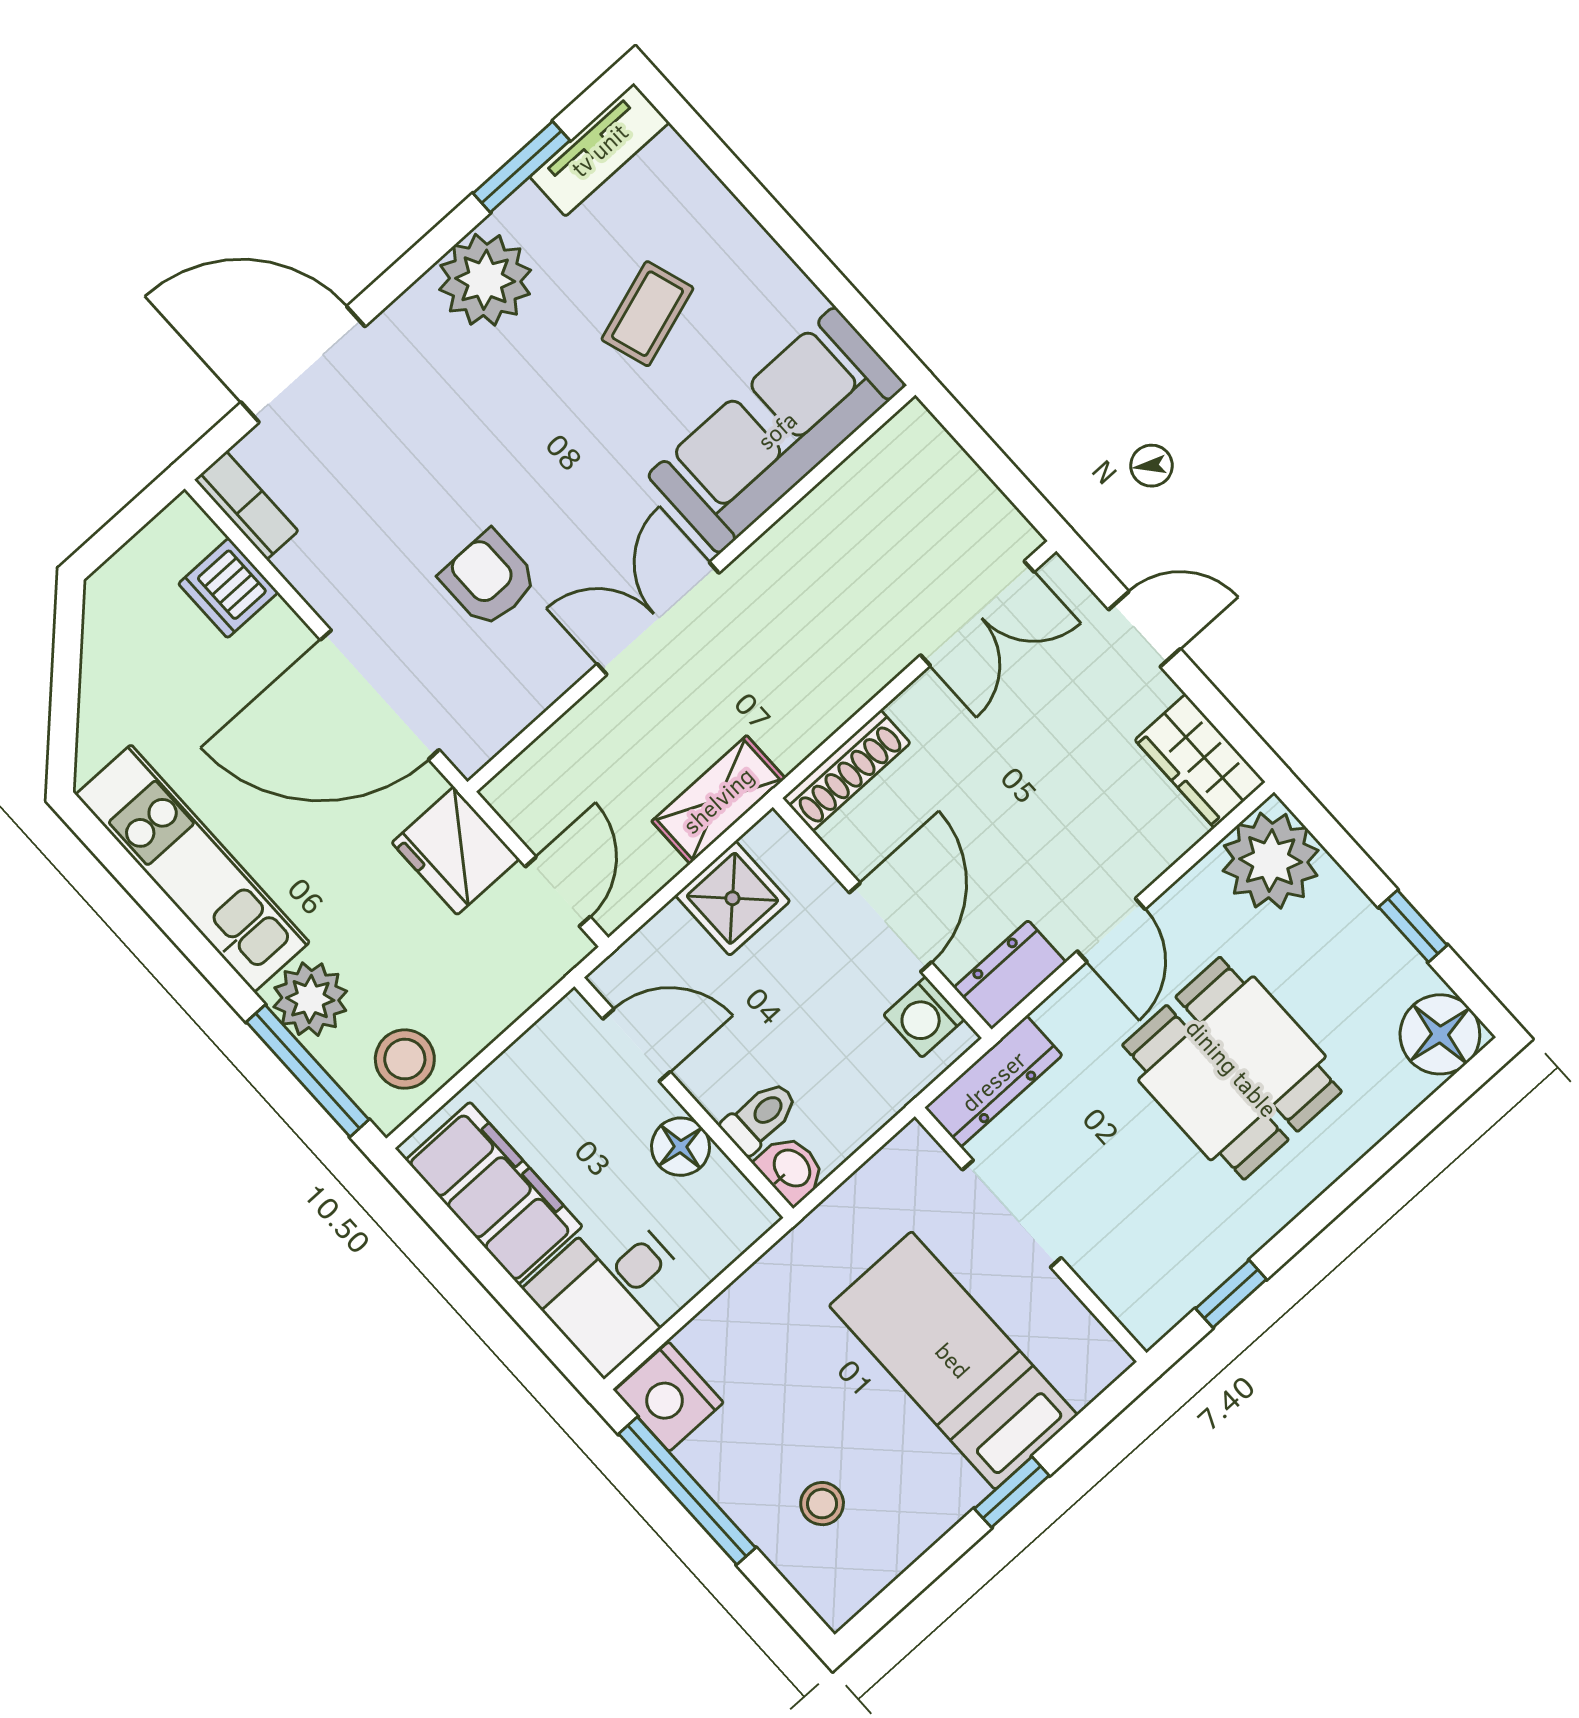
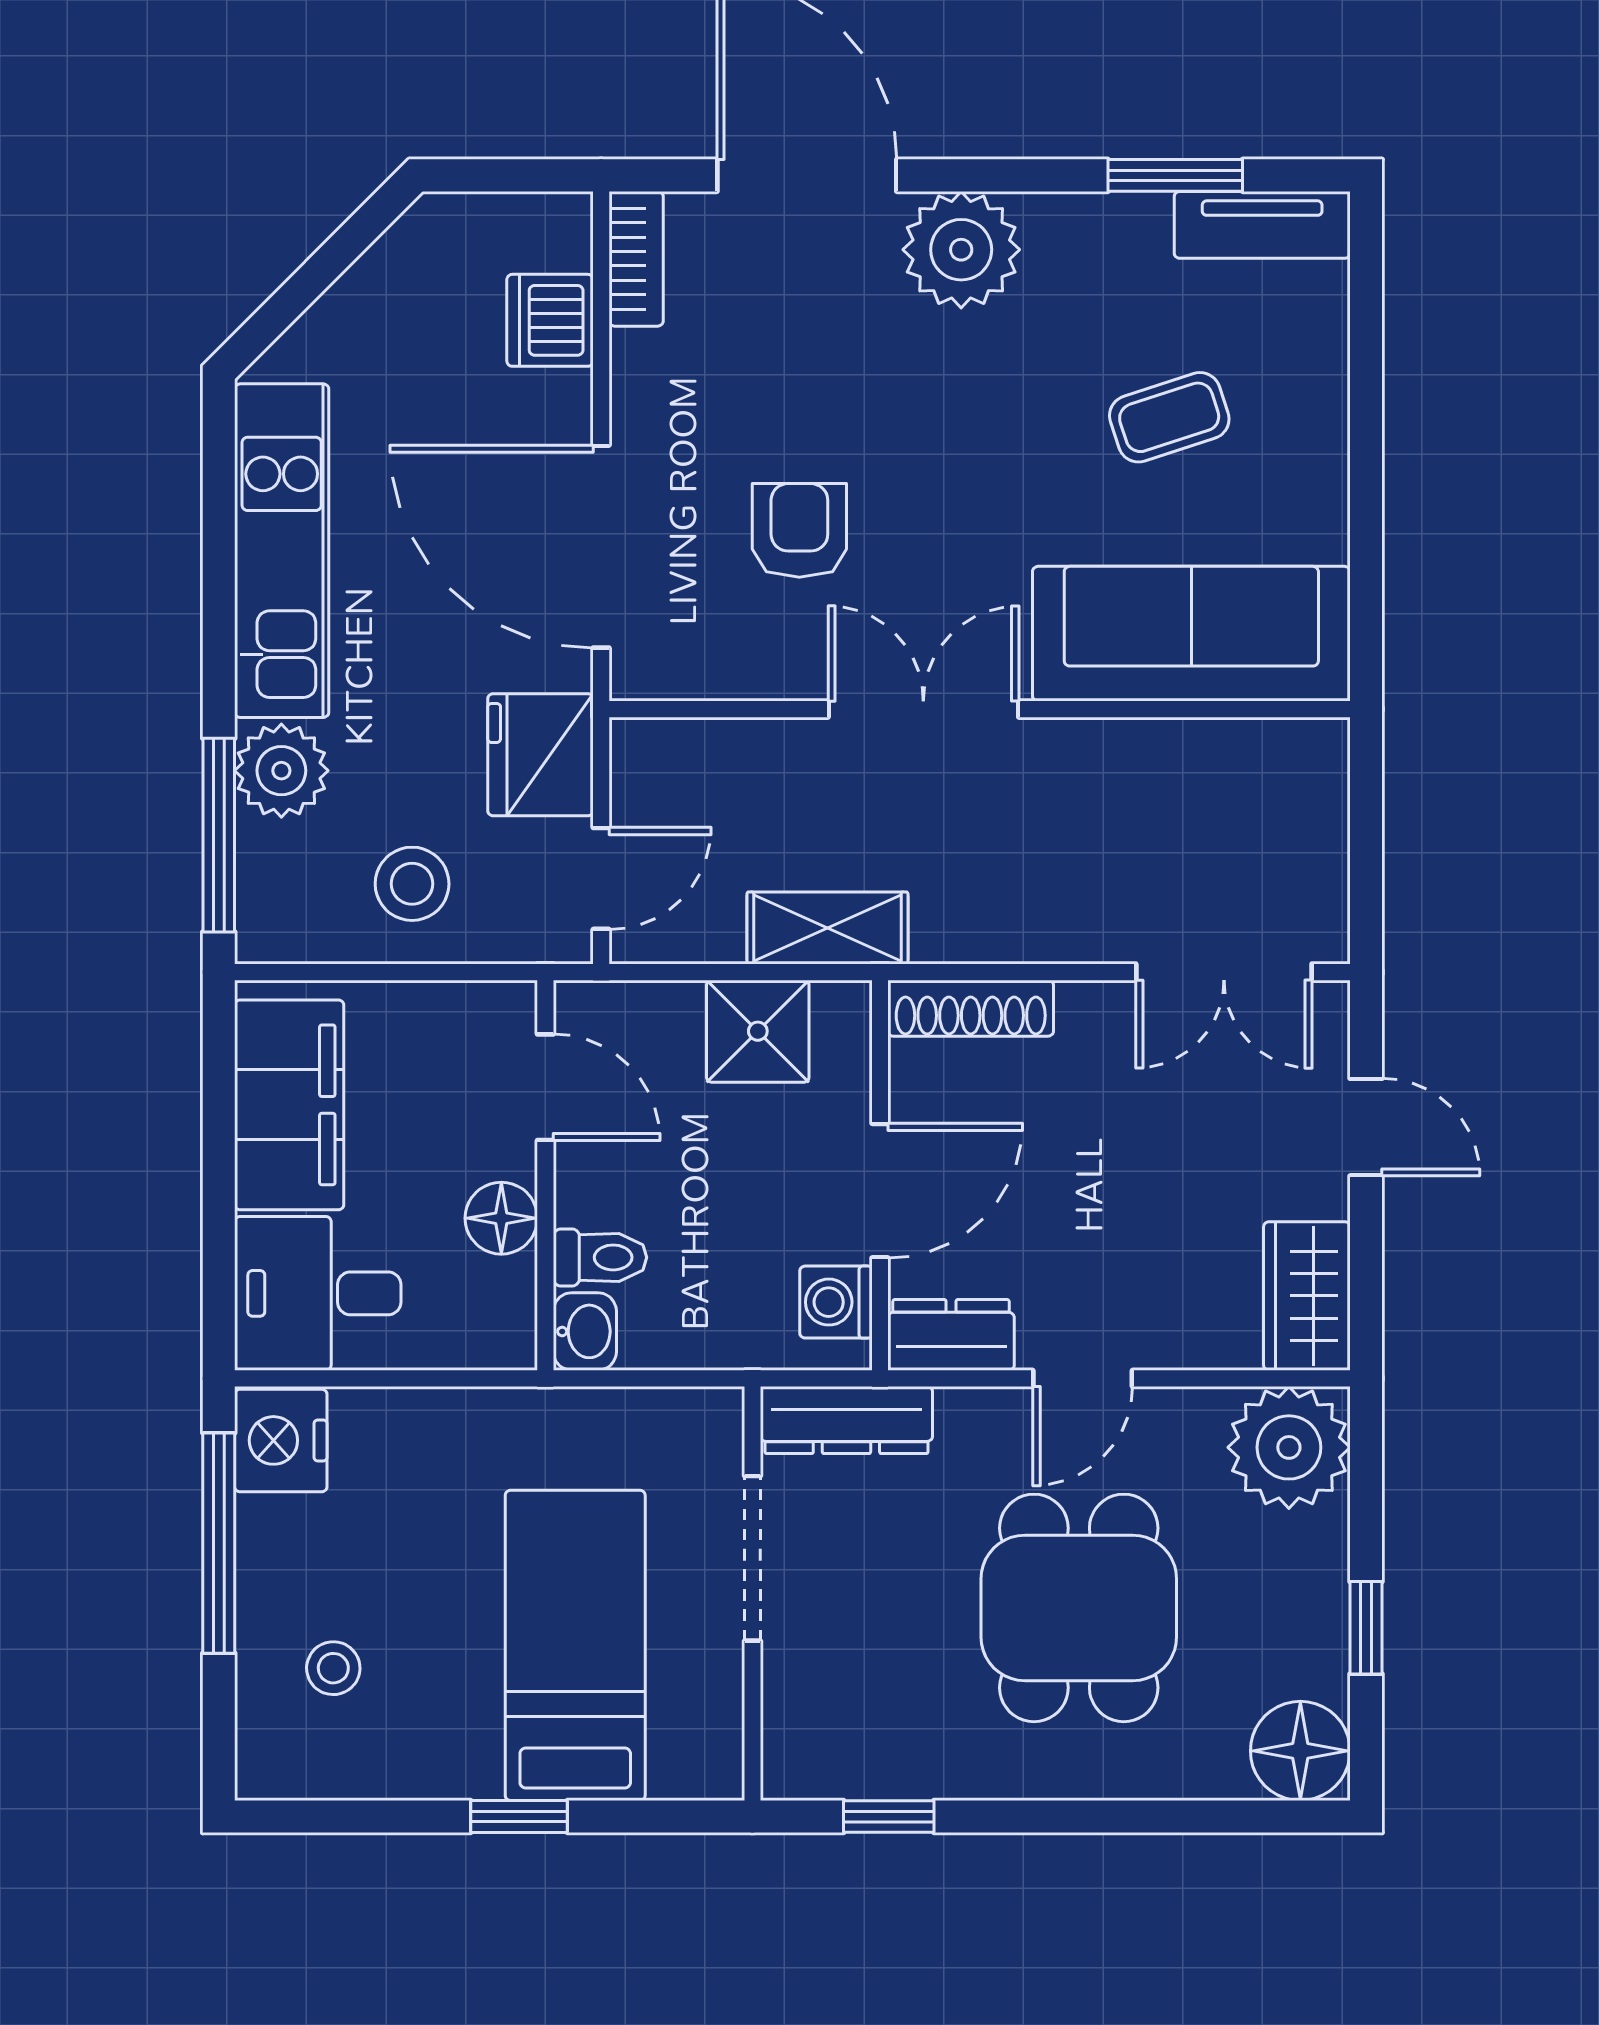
plant: (485, 280) -> (961, 250), moved
stool: (405, 1059) -> (412, 884), moved

